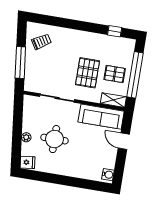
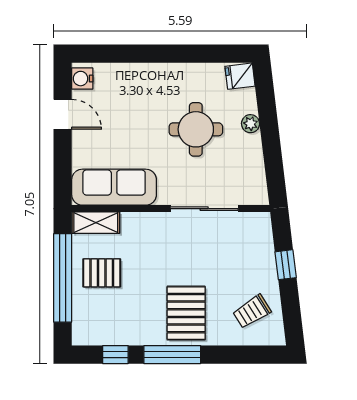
window: (86, 26) -> (172, 355), added
window: (20, 62) -> (286, 265), width x0.46
pallet: (88, 73) -> (186, 313), moved
door: (124, 141) -> (63, 114), moved

